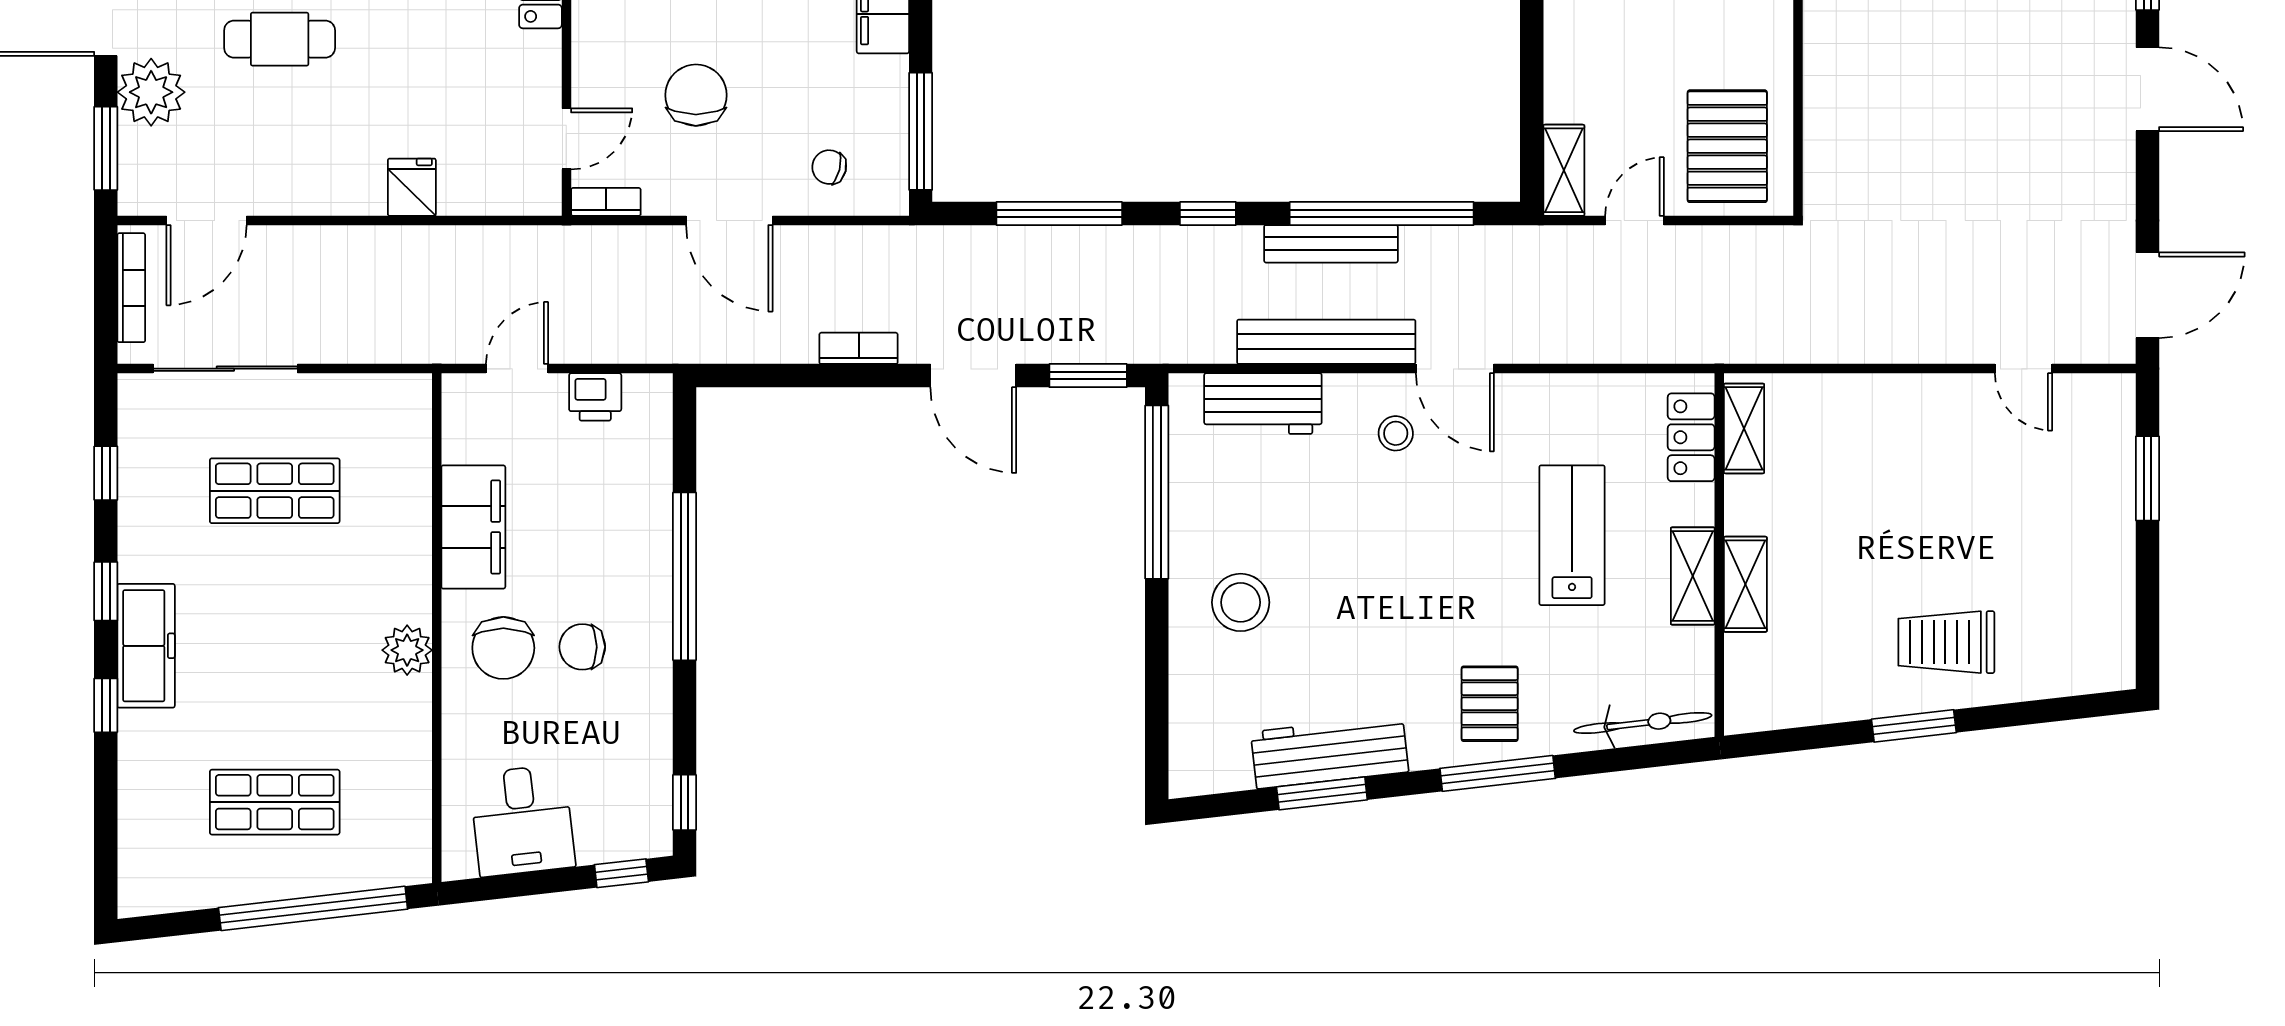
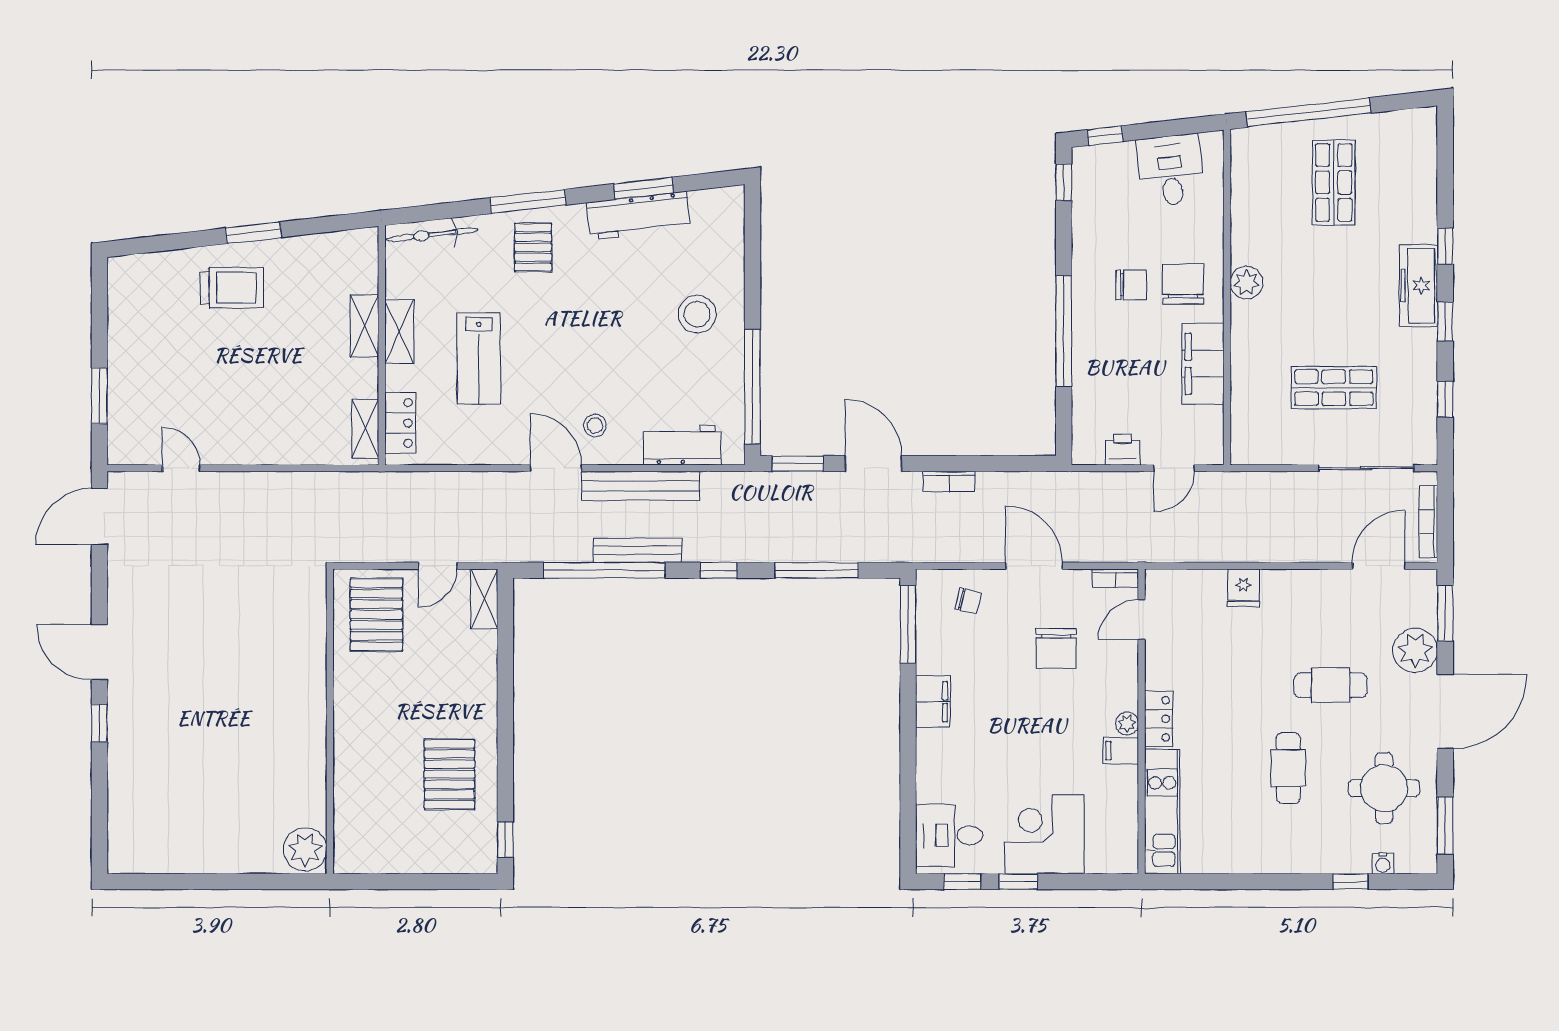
shop shelf: (275, 802) -> (1334, 182), turned 90

